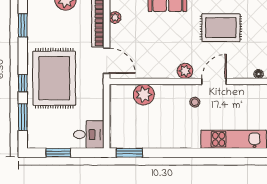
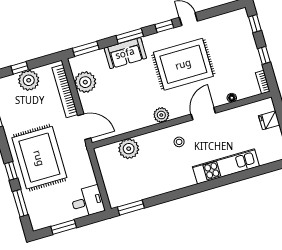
plant: (115, 17) -> (85, 82), width x1.87, depth x1.87
rug: (221, 28) -> (183, 64), width x1.37, depth x1.44
door: (214, 81) -> (203, 114), moved

